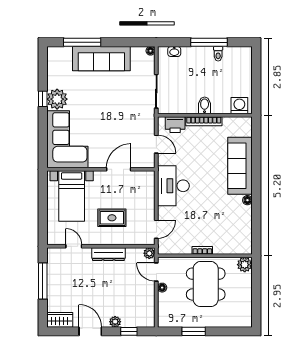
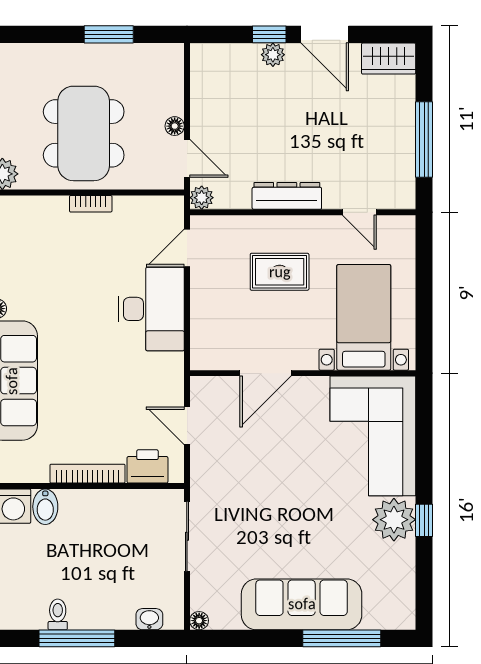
bidet: (205, 105) -> (45, 507), moved
desk: (173, 186) -> (151, 309), moved
window: (129, 331) -> (269, 34), moved

